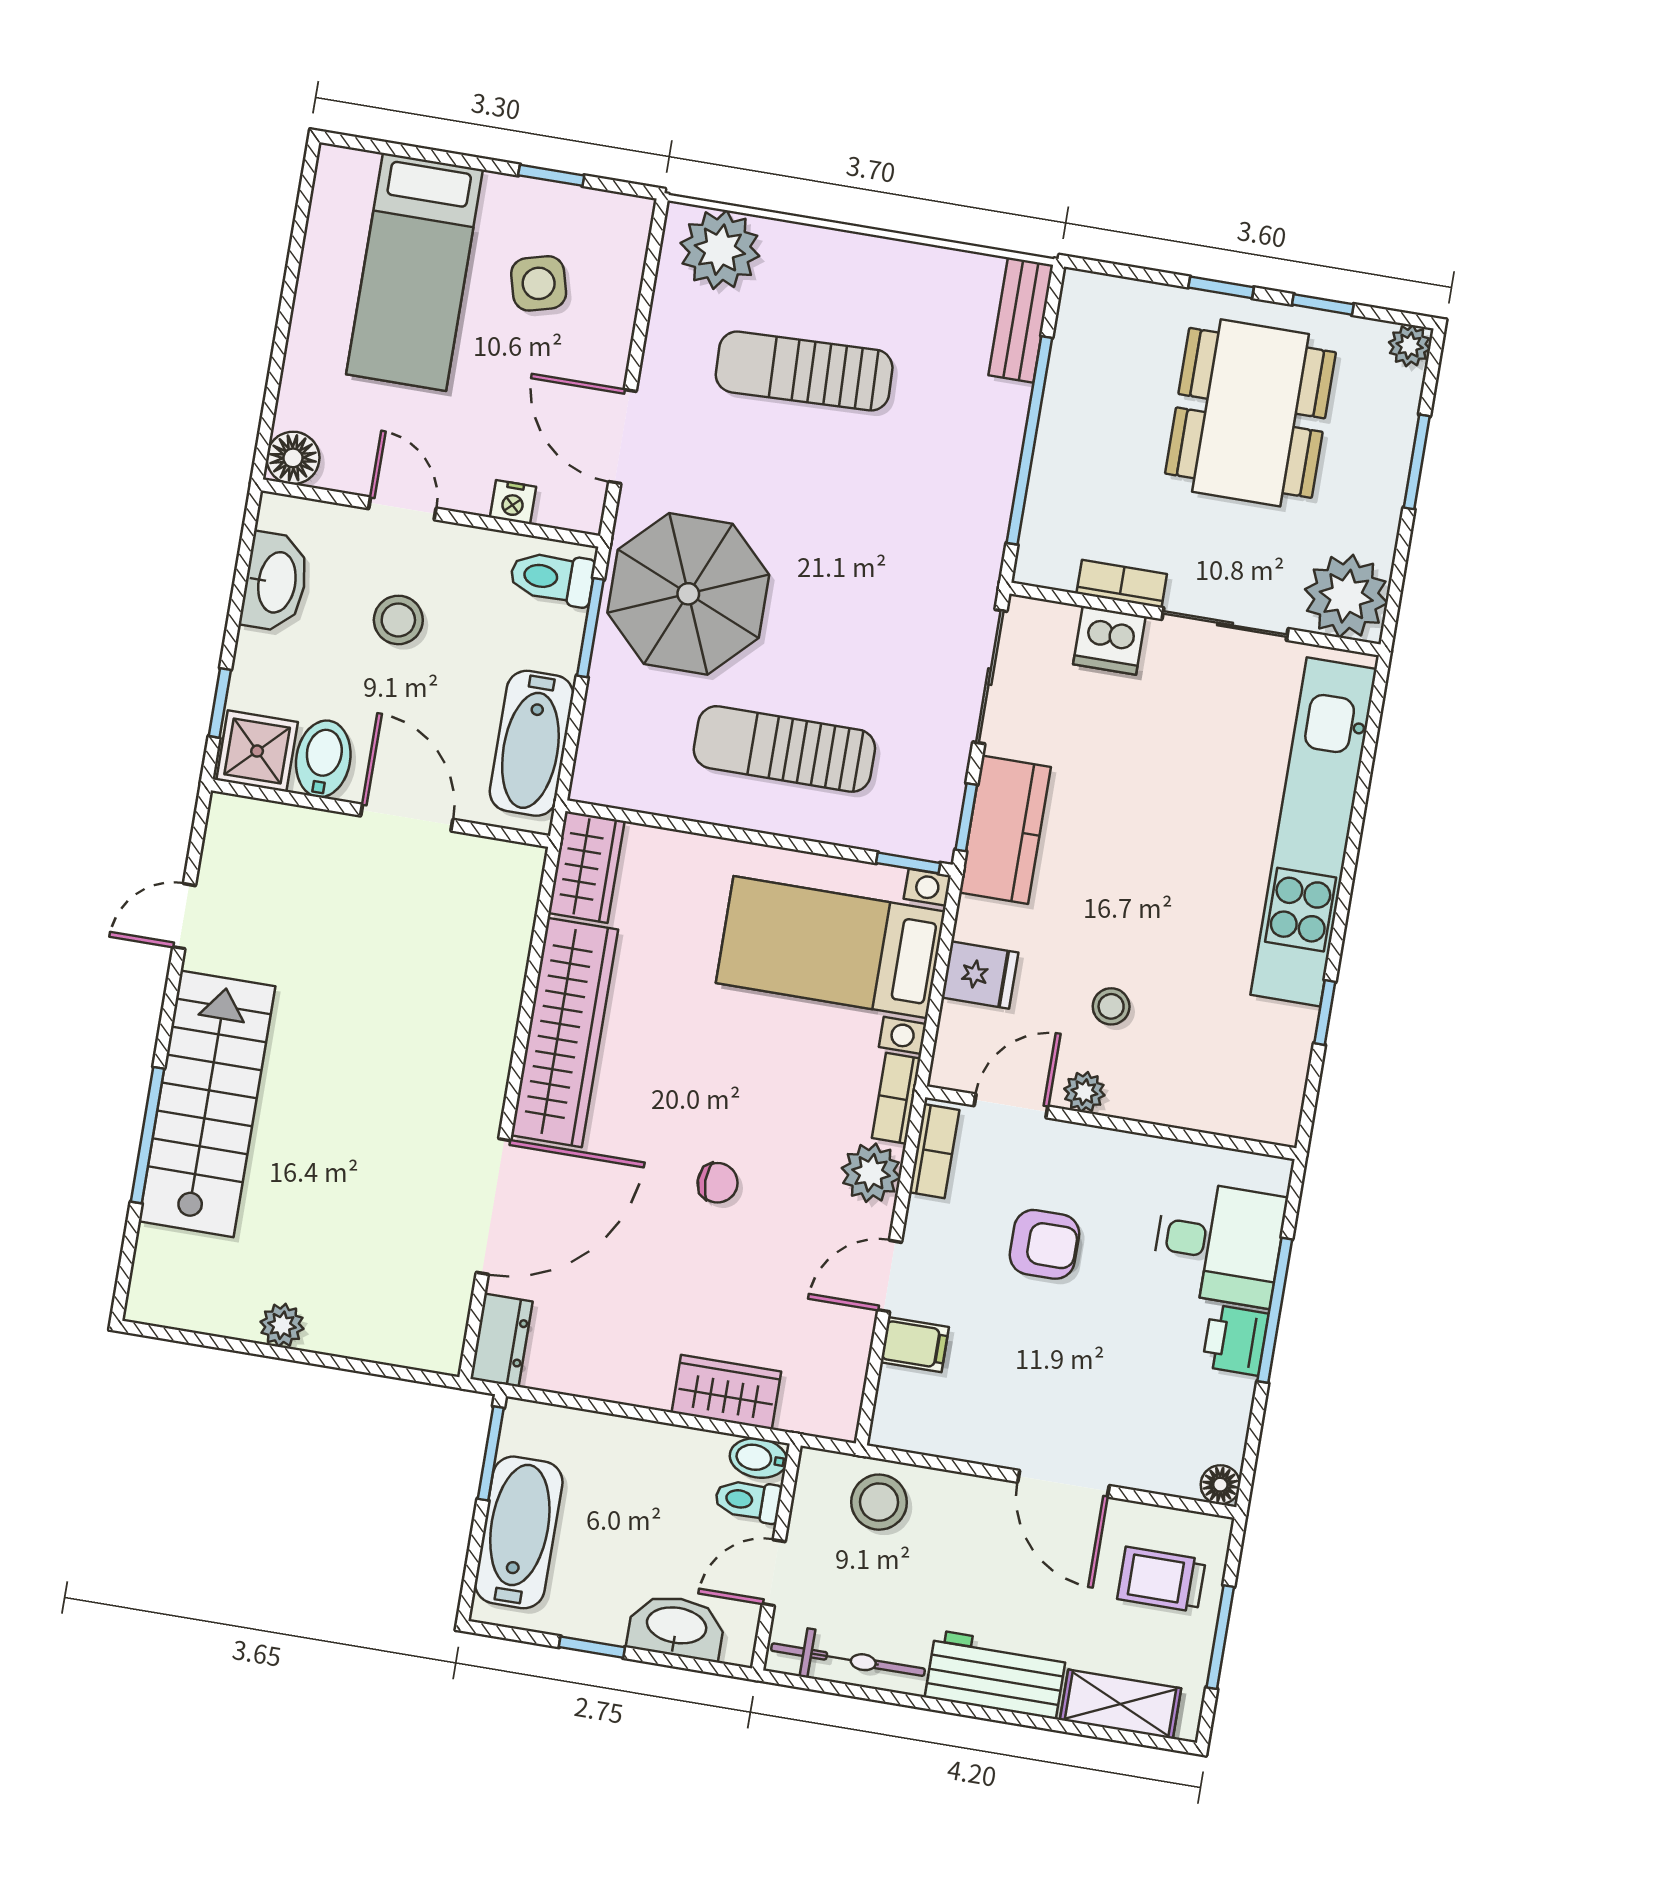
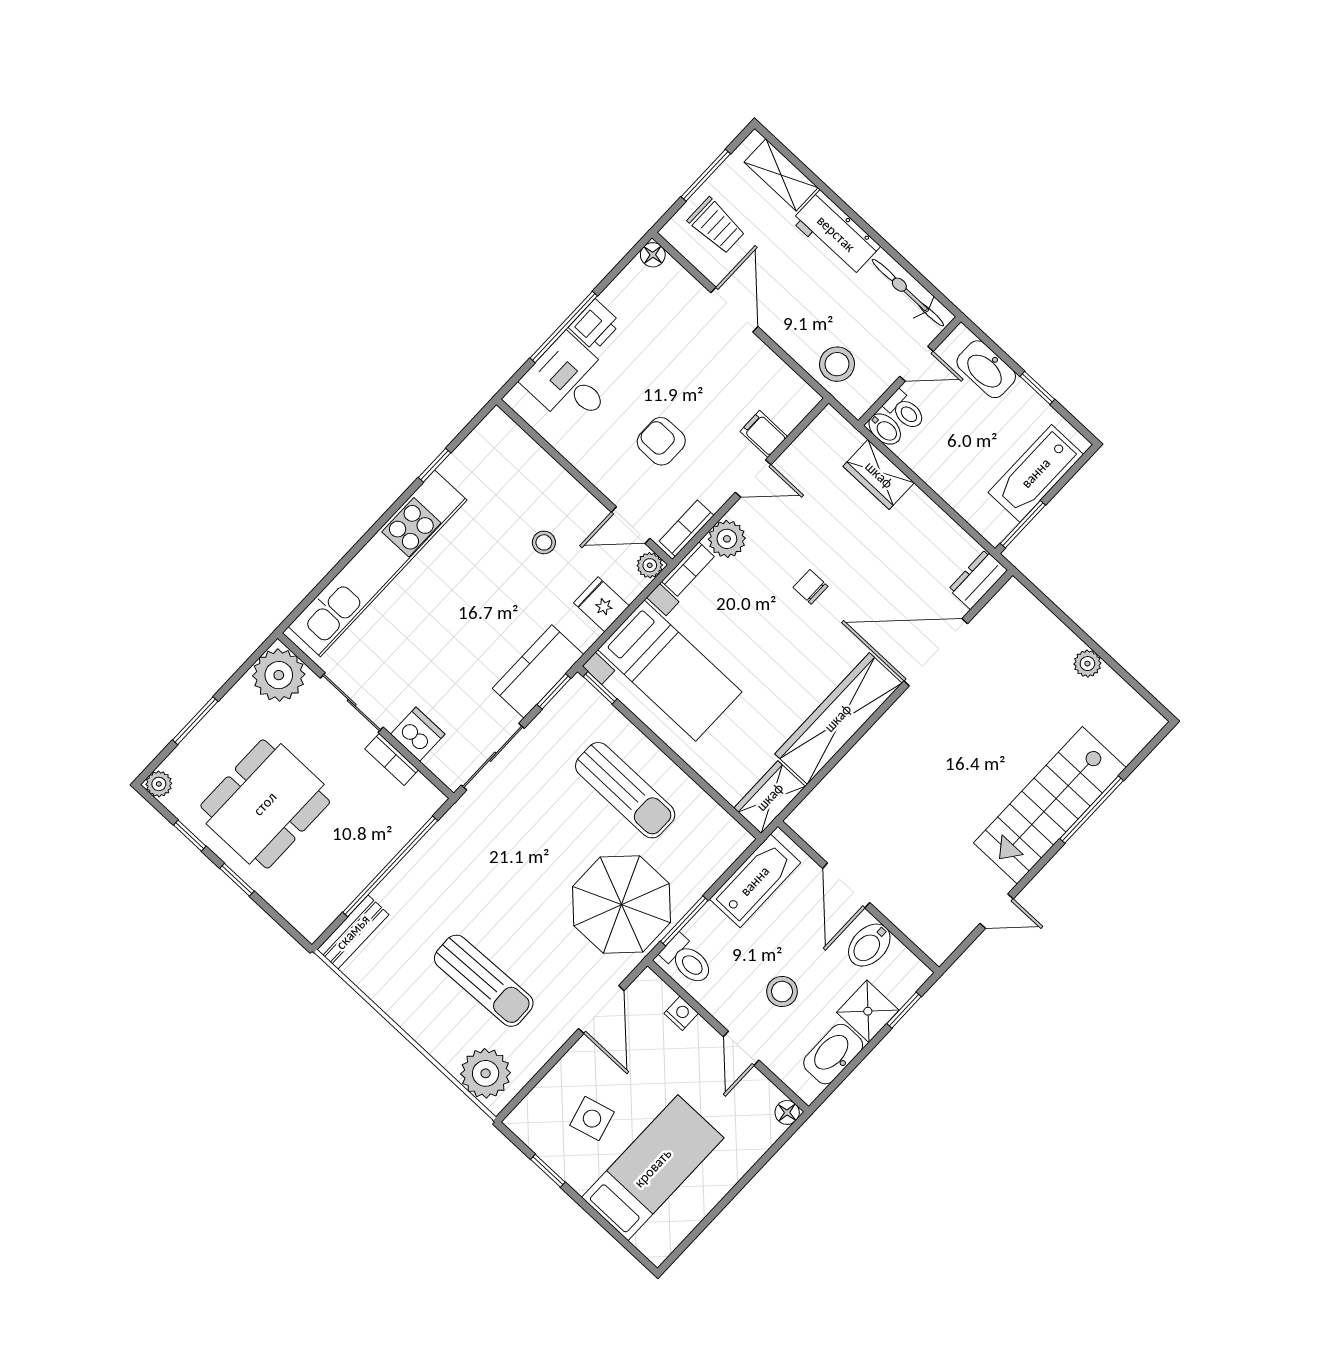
floor lamp: (293, 458) -> (787, 1112), width x0.73, depth x0.73
shower: (257, 751) -> (868, 1011), moved
plant: (1084, 1092) -> (650, 565), moved

